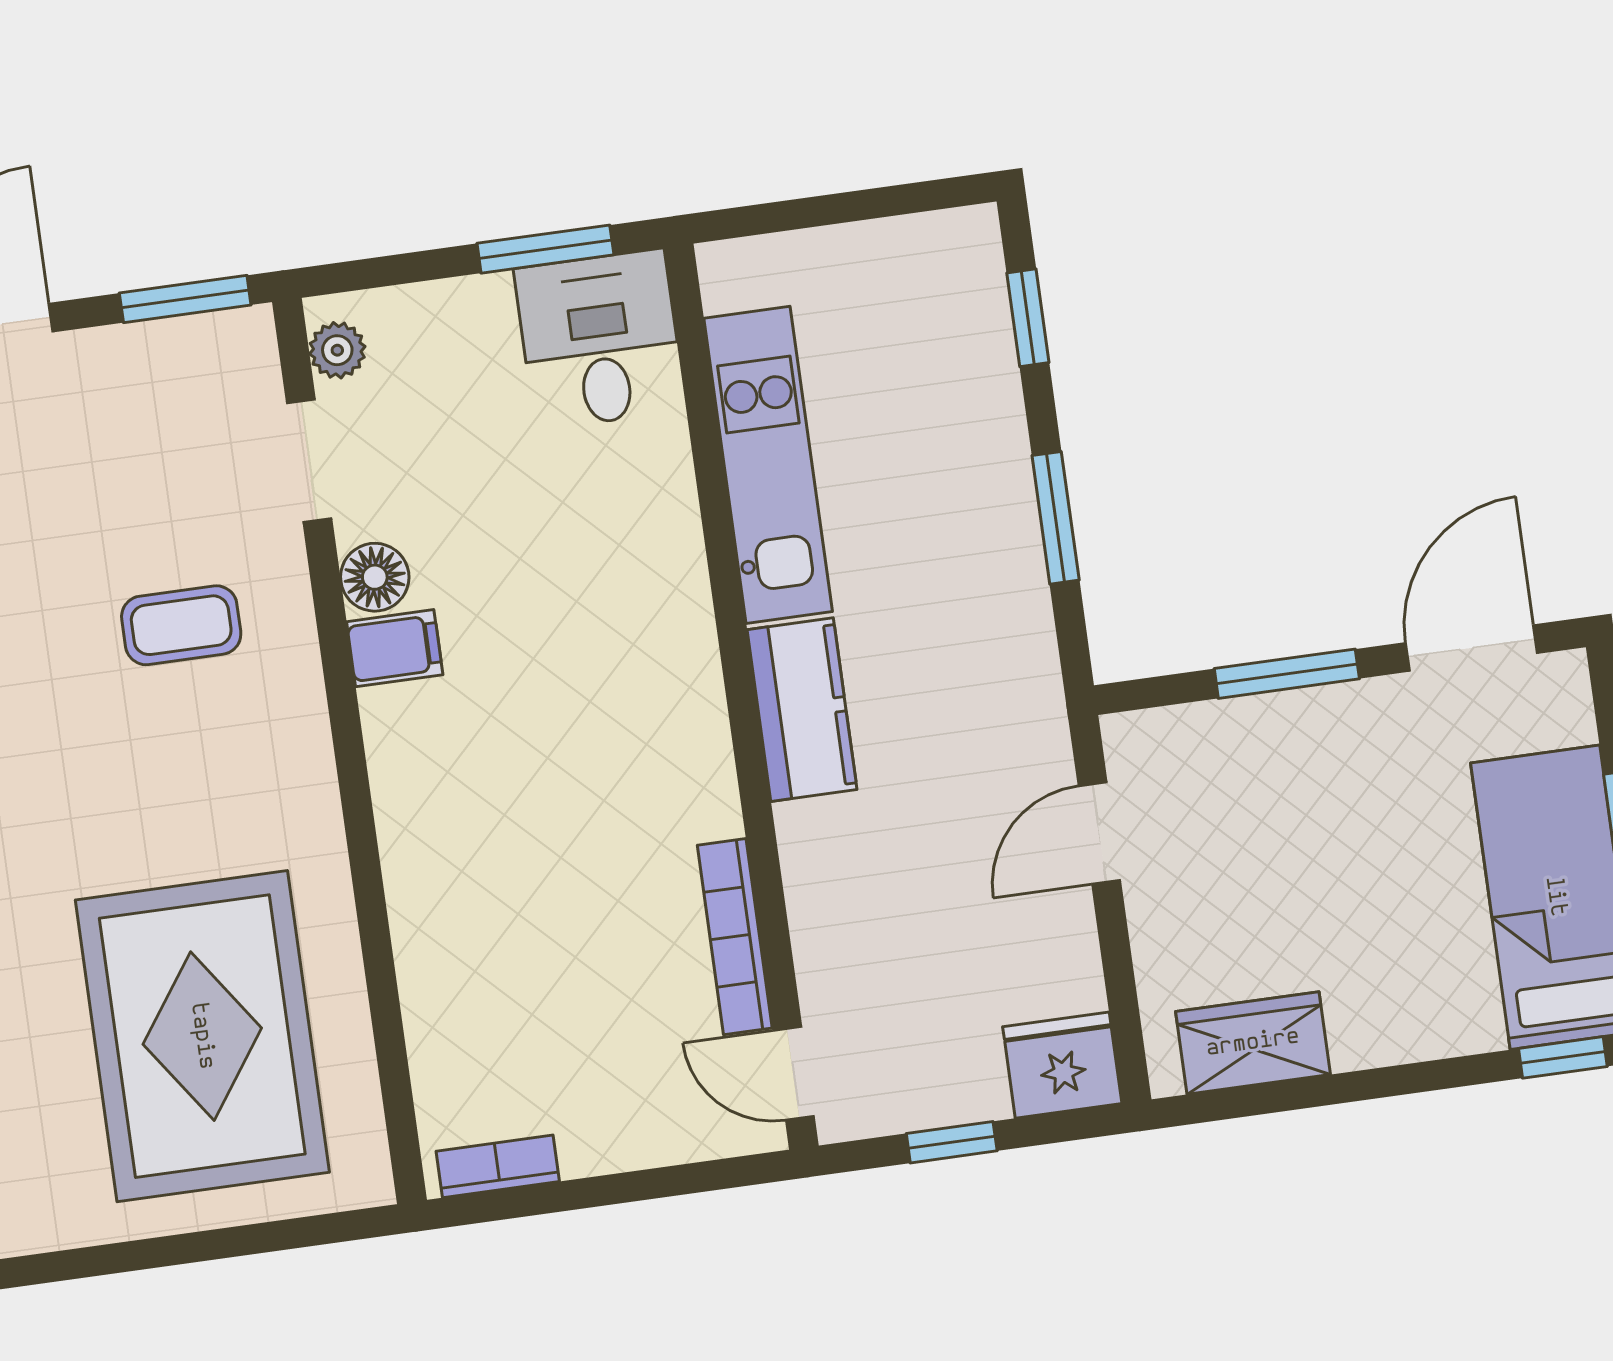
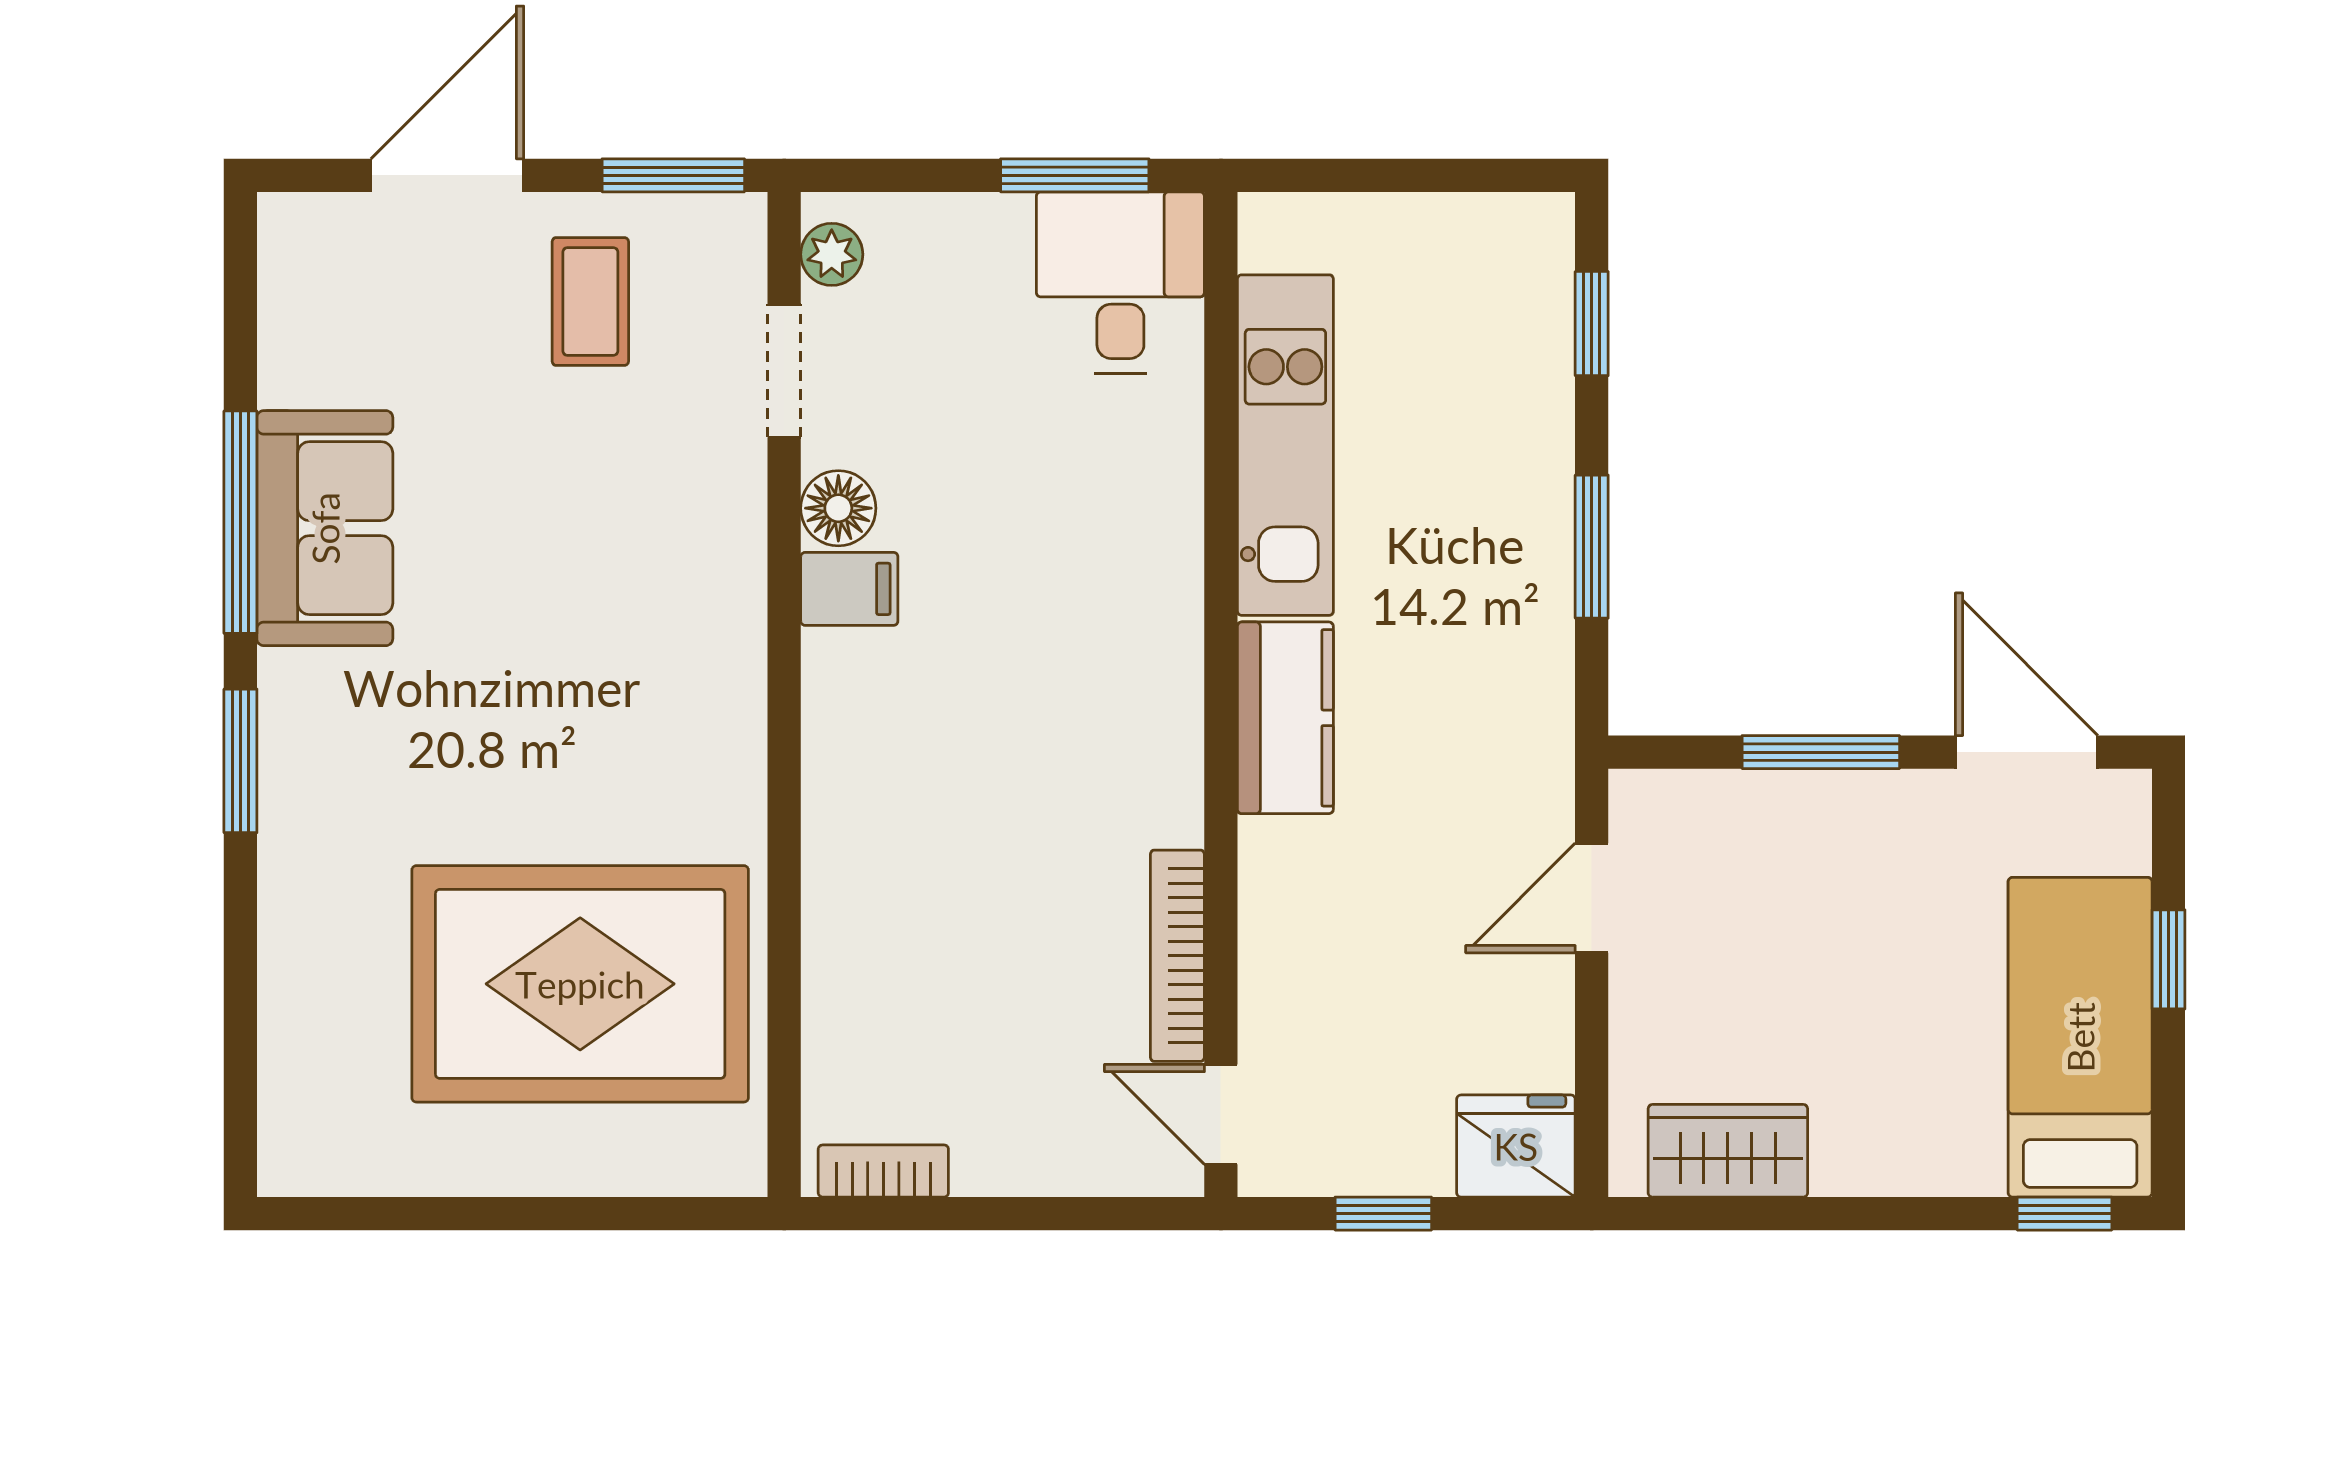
coffee table: (181, 625) -> (590, 301), moved, turned 90
door: (1471, 648) -> (2027, 752), hinge flipped
rug: (202, 1036) -> (580, 984), turned 90

